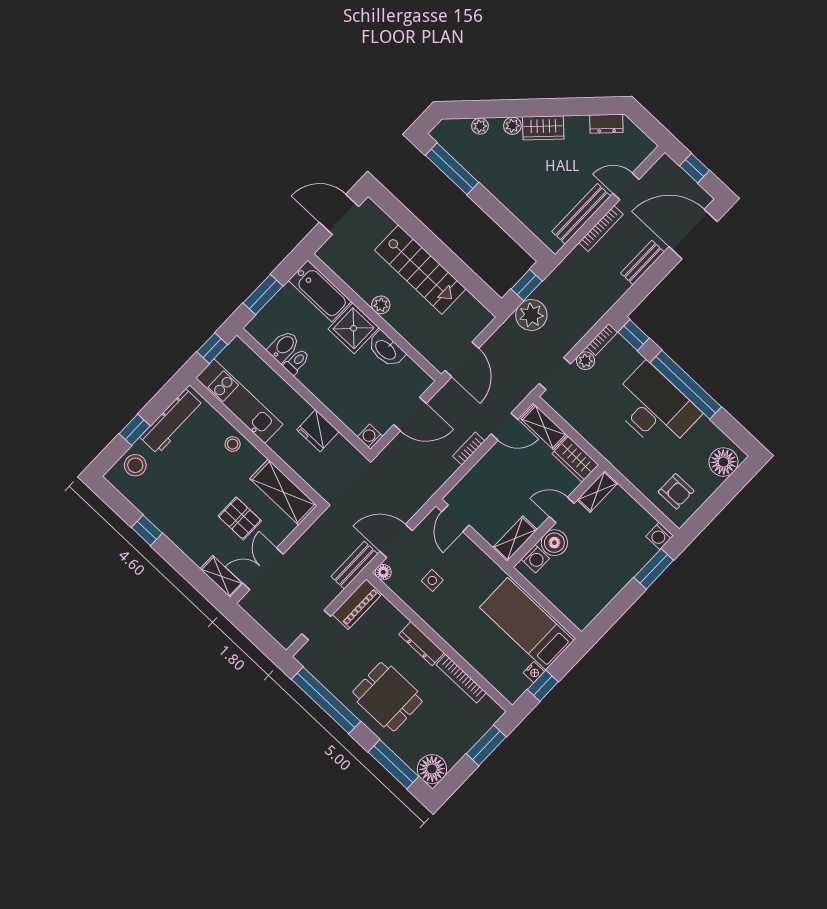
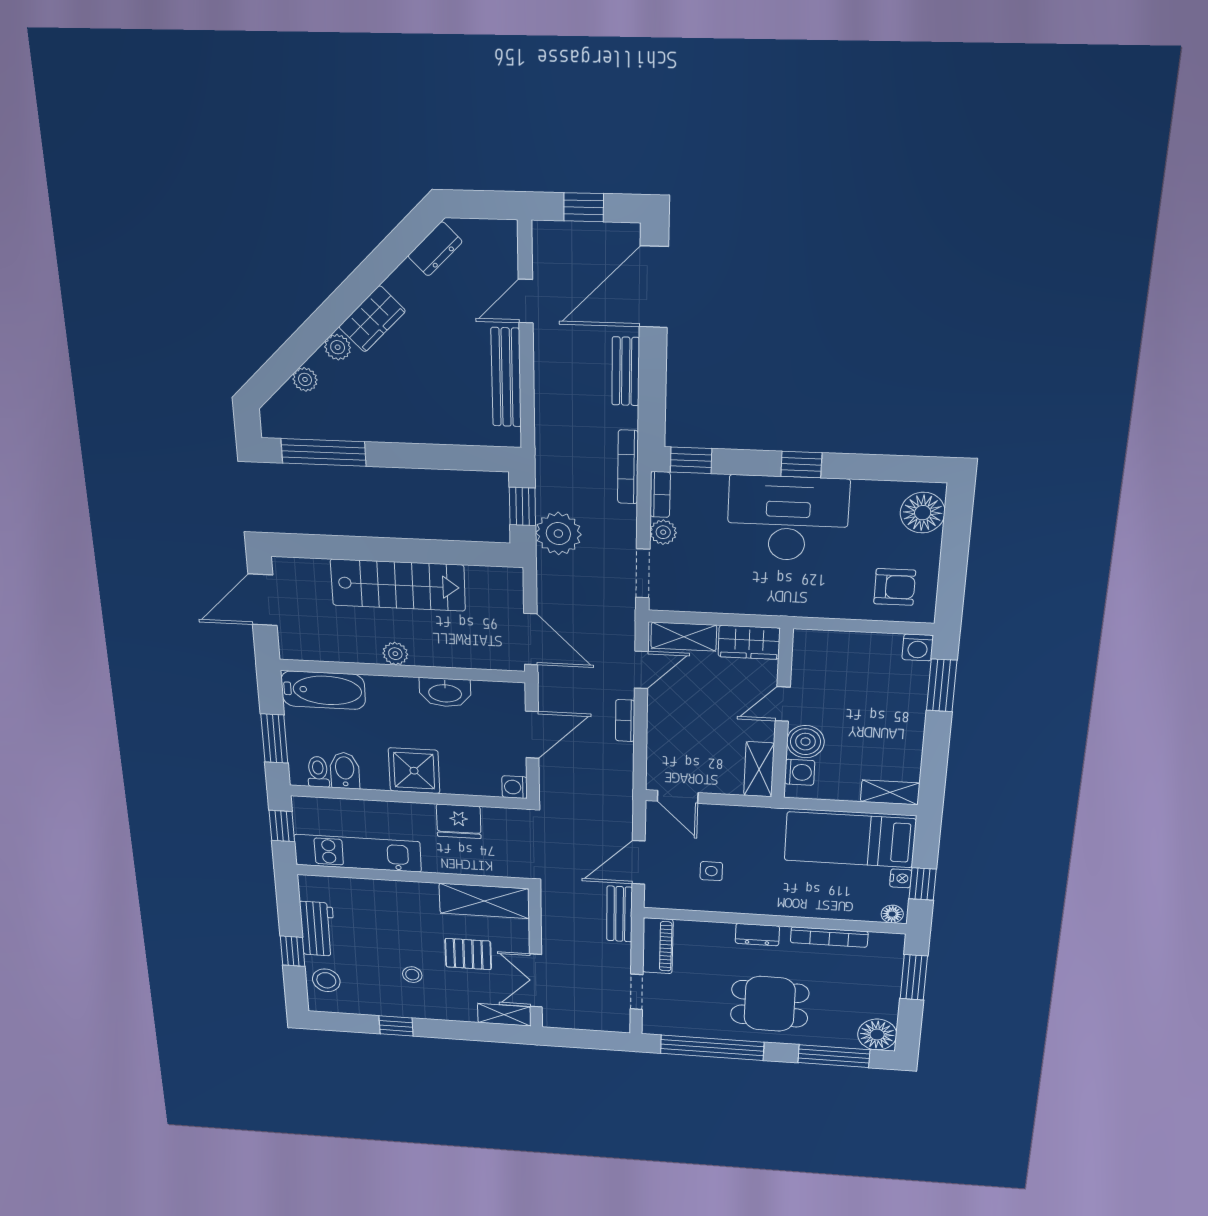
bookcase: (601, 229) -> (628, 467), moved, turned 180
shower: (354, 328) -> (414, 771), moved
toilet: (297, 362) -> (318, 772), moved
window: (686, 385) -> (801, 465), width x0.32
workbench: (172, 421) -> (318, 929), width x0.73
stool: (233, 444) -> (412, 975), moved
shelving: (598, 492) -> (890, 792), moved, turned 90
floor lamp: (383, 572) -> (892, 914), moved
dresser: (422, 644) -> (757, 935), width x0.70

